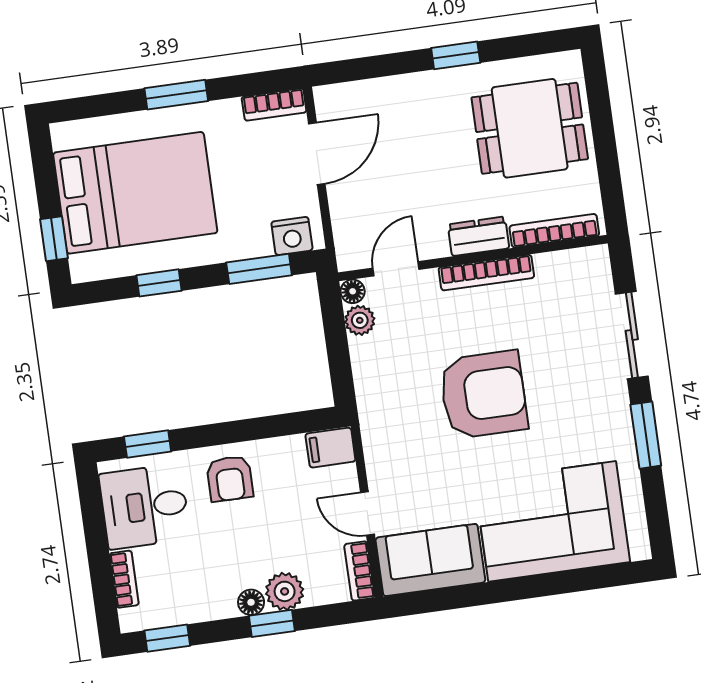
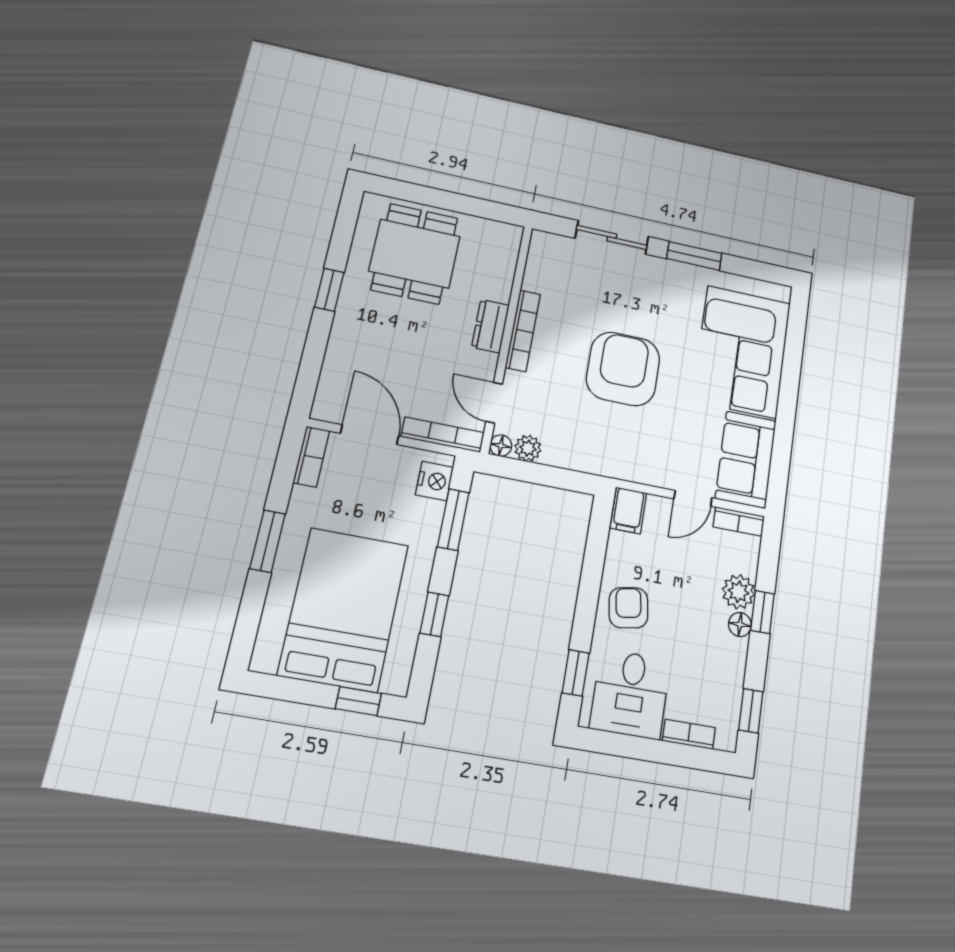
bookcase: (554, 231) -> (443, 435), moved, turned 90
armchair: (230, 479) -> (628, 608), turned -99

